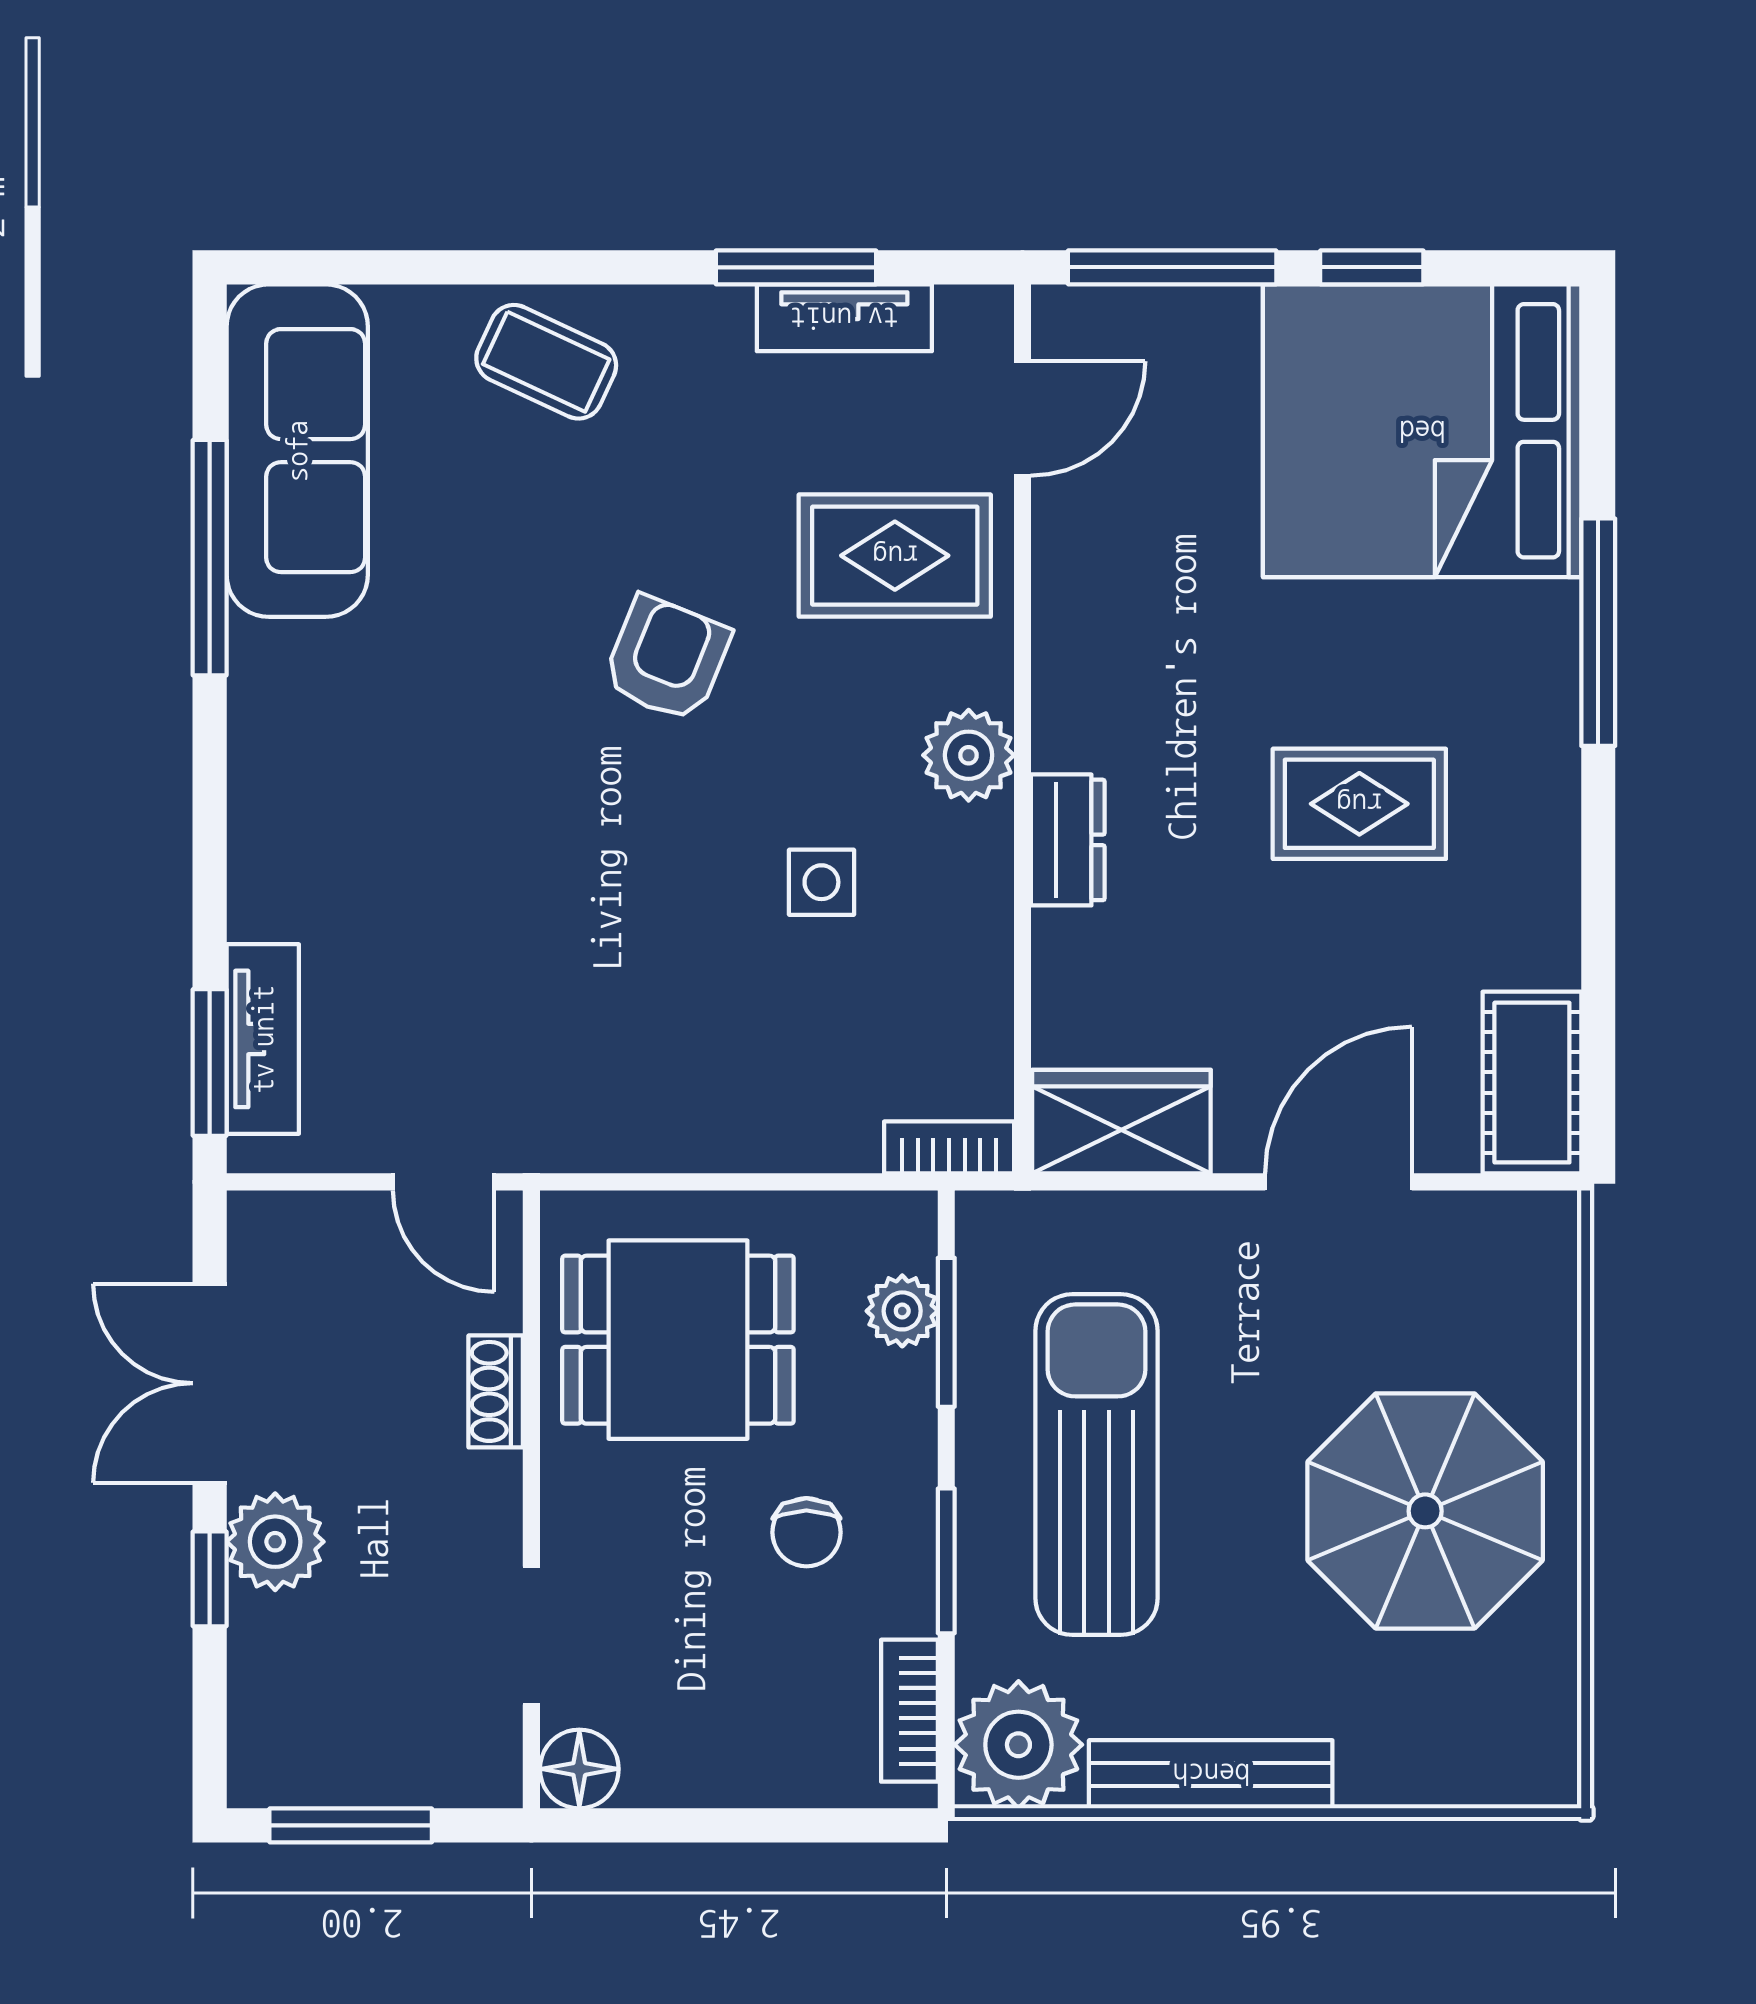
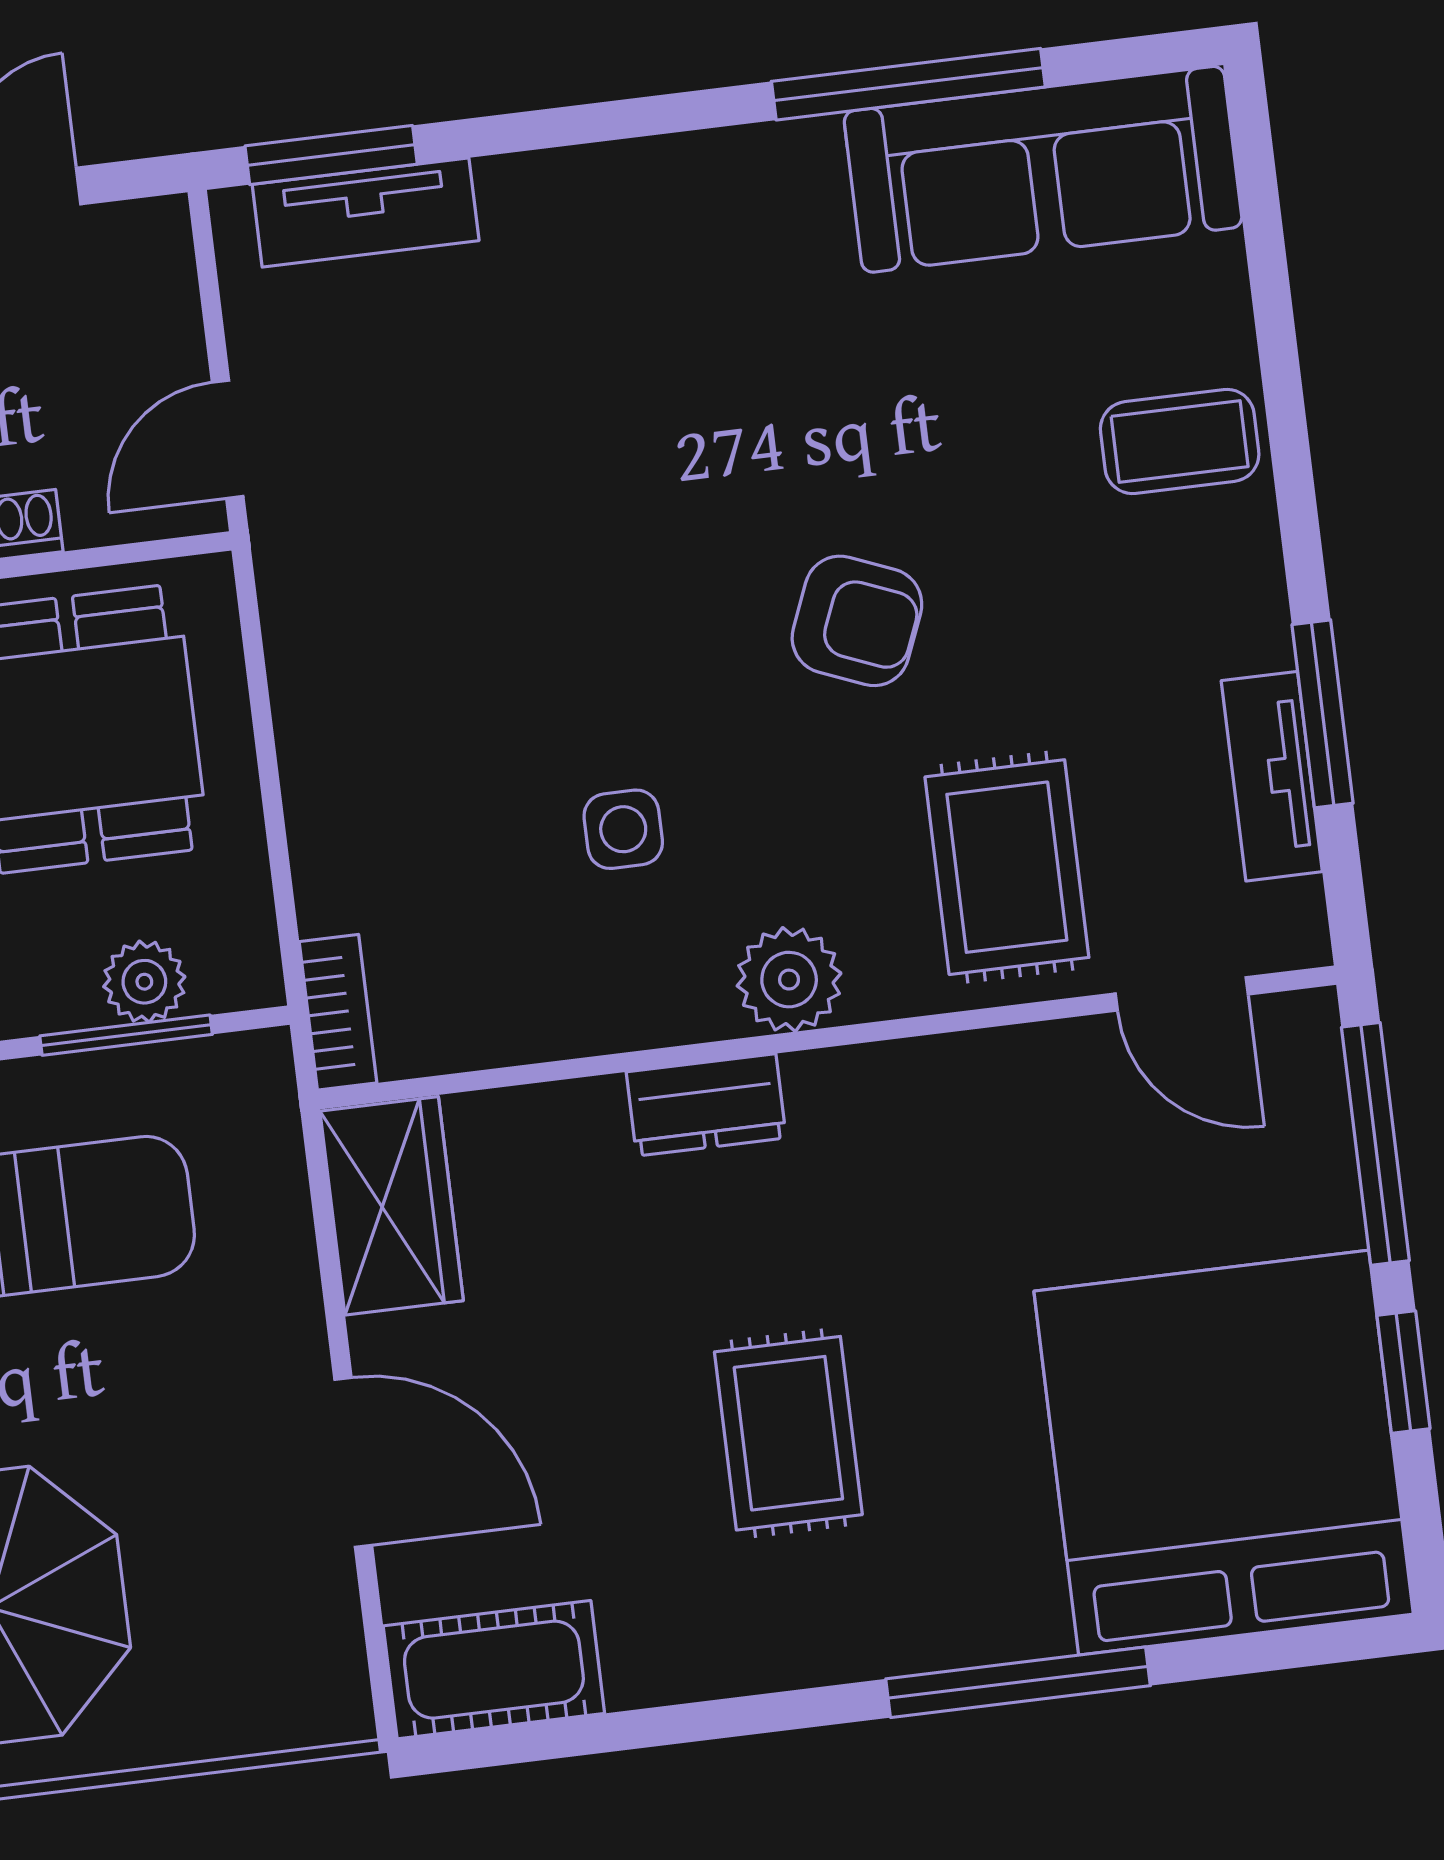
coffee table: (546, 362) -> (1180, 441), turned 65

